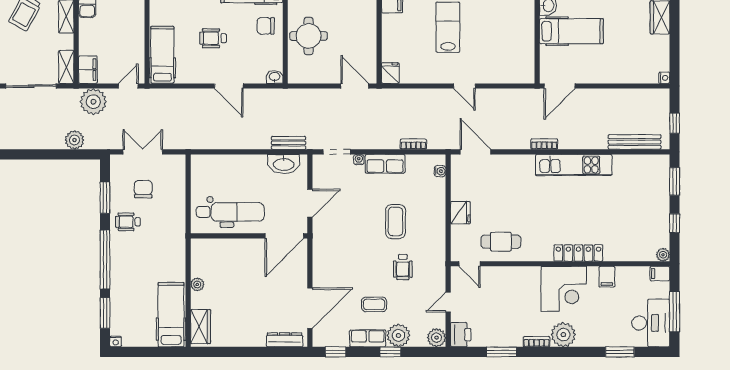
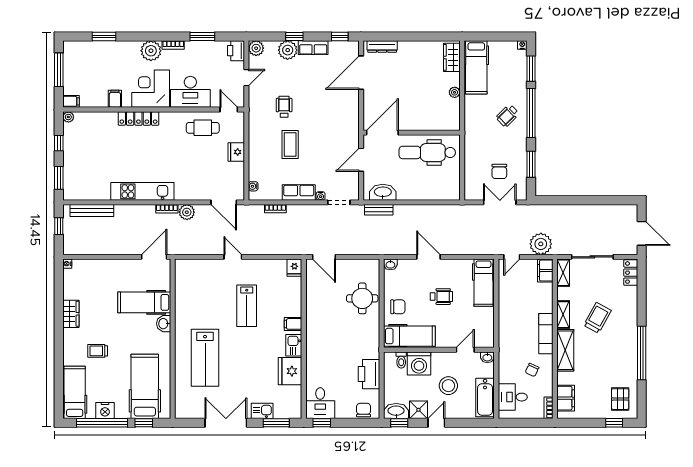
plant: (75, 140) -> (187, 212), moved
double door: (143, 152) -> (500, 202), swing flipped
wheelchair: (128, 222) -> (508, 116), moved, turned 135
coffee table: (374, 304) -> (308, 76), removed
desk: (651, 323) -> (190, 92), moved, turned -90

